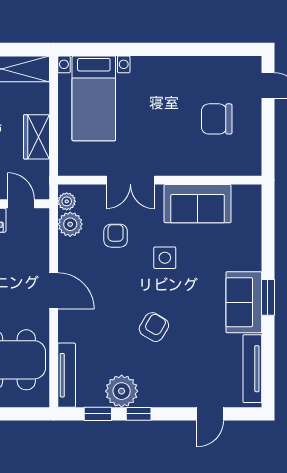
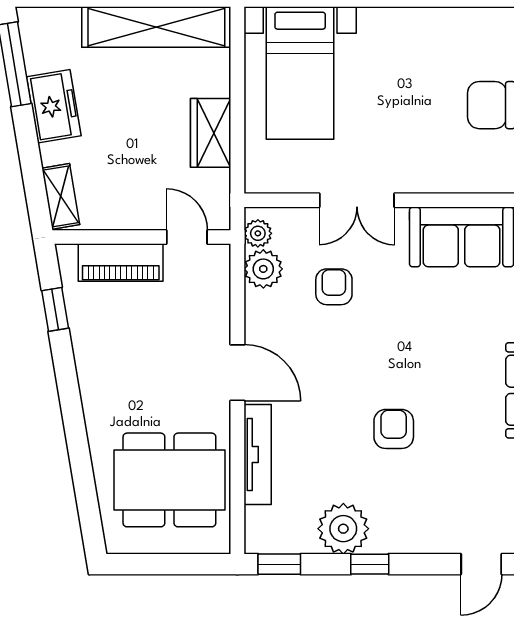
side table: (165, 258) -> (411, 321), removed
armchair: (154, 327) -> (394, 429), turned -31
tv unit: (67, 375) -> (258, 455), moved
window: (98, 414) -> (279, 564), moved

